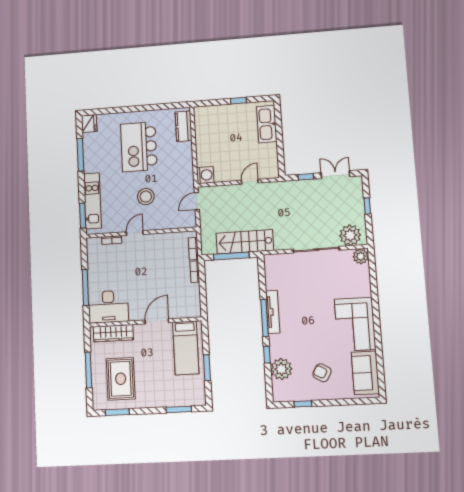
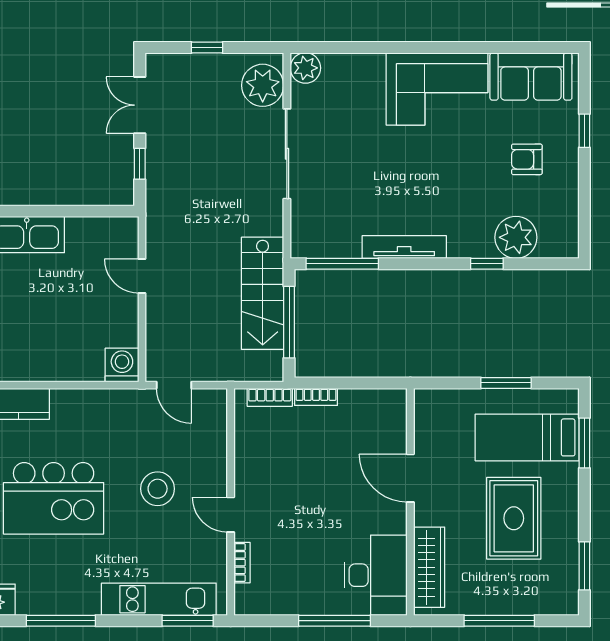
window: (265, 318) -> (342, 264), moved
bed: (186, 348) -> (527, 437), moved, turned 180
armchair: (322, 373) -> (527, 159), turned 61
rug: (121, 379) -> (514, 518), moved, turned 90
window: (303, 404) -> (584, 131), moved

